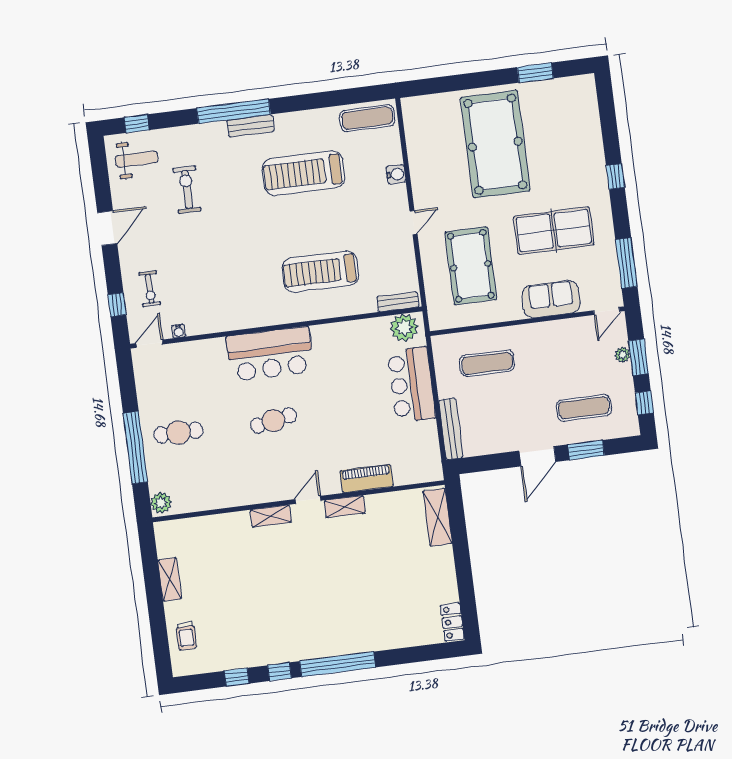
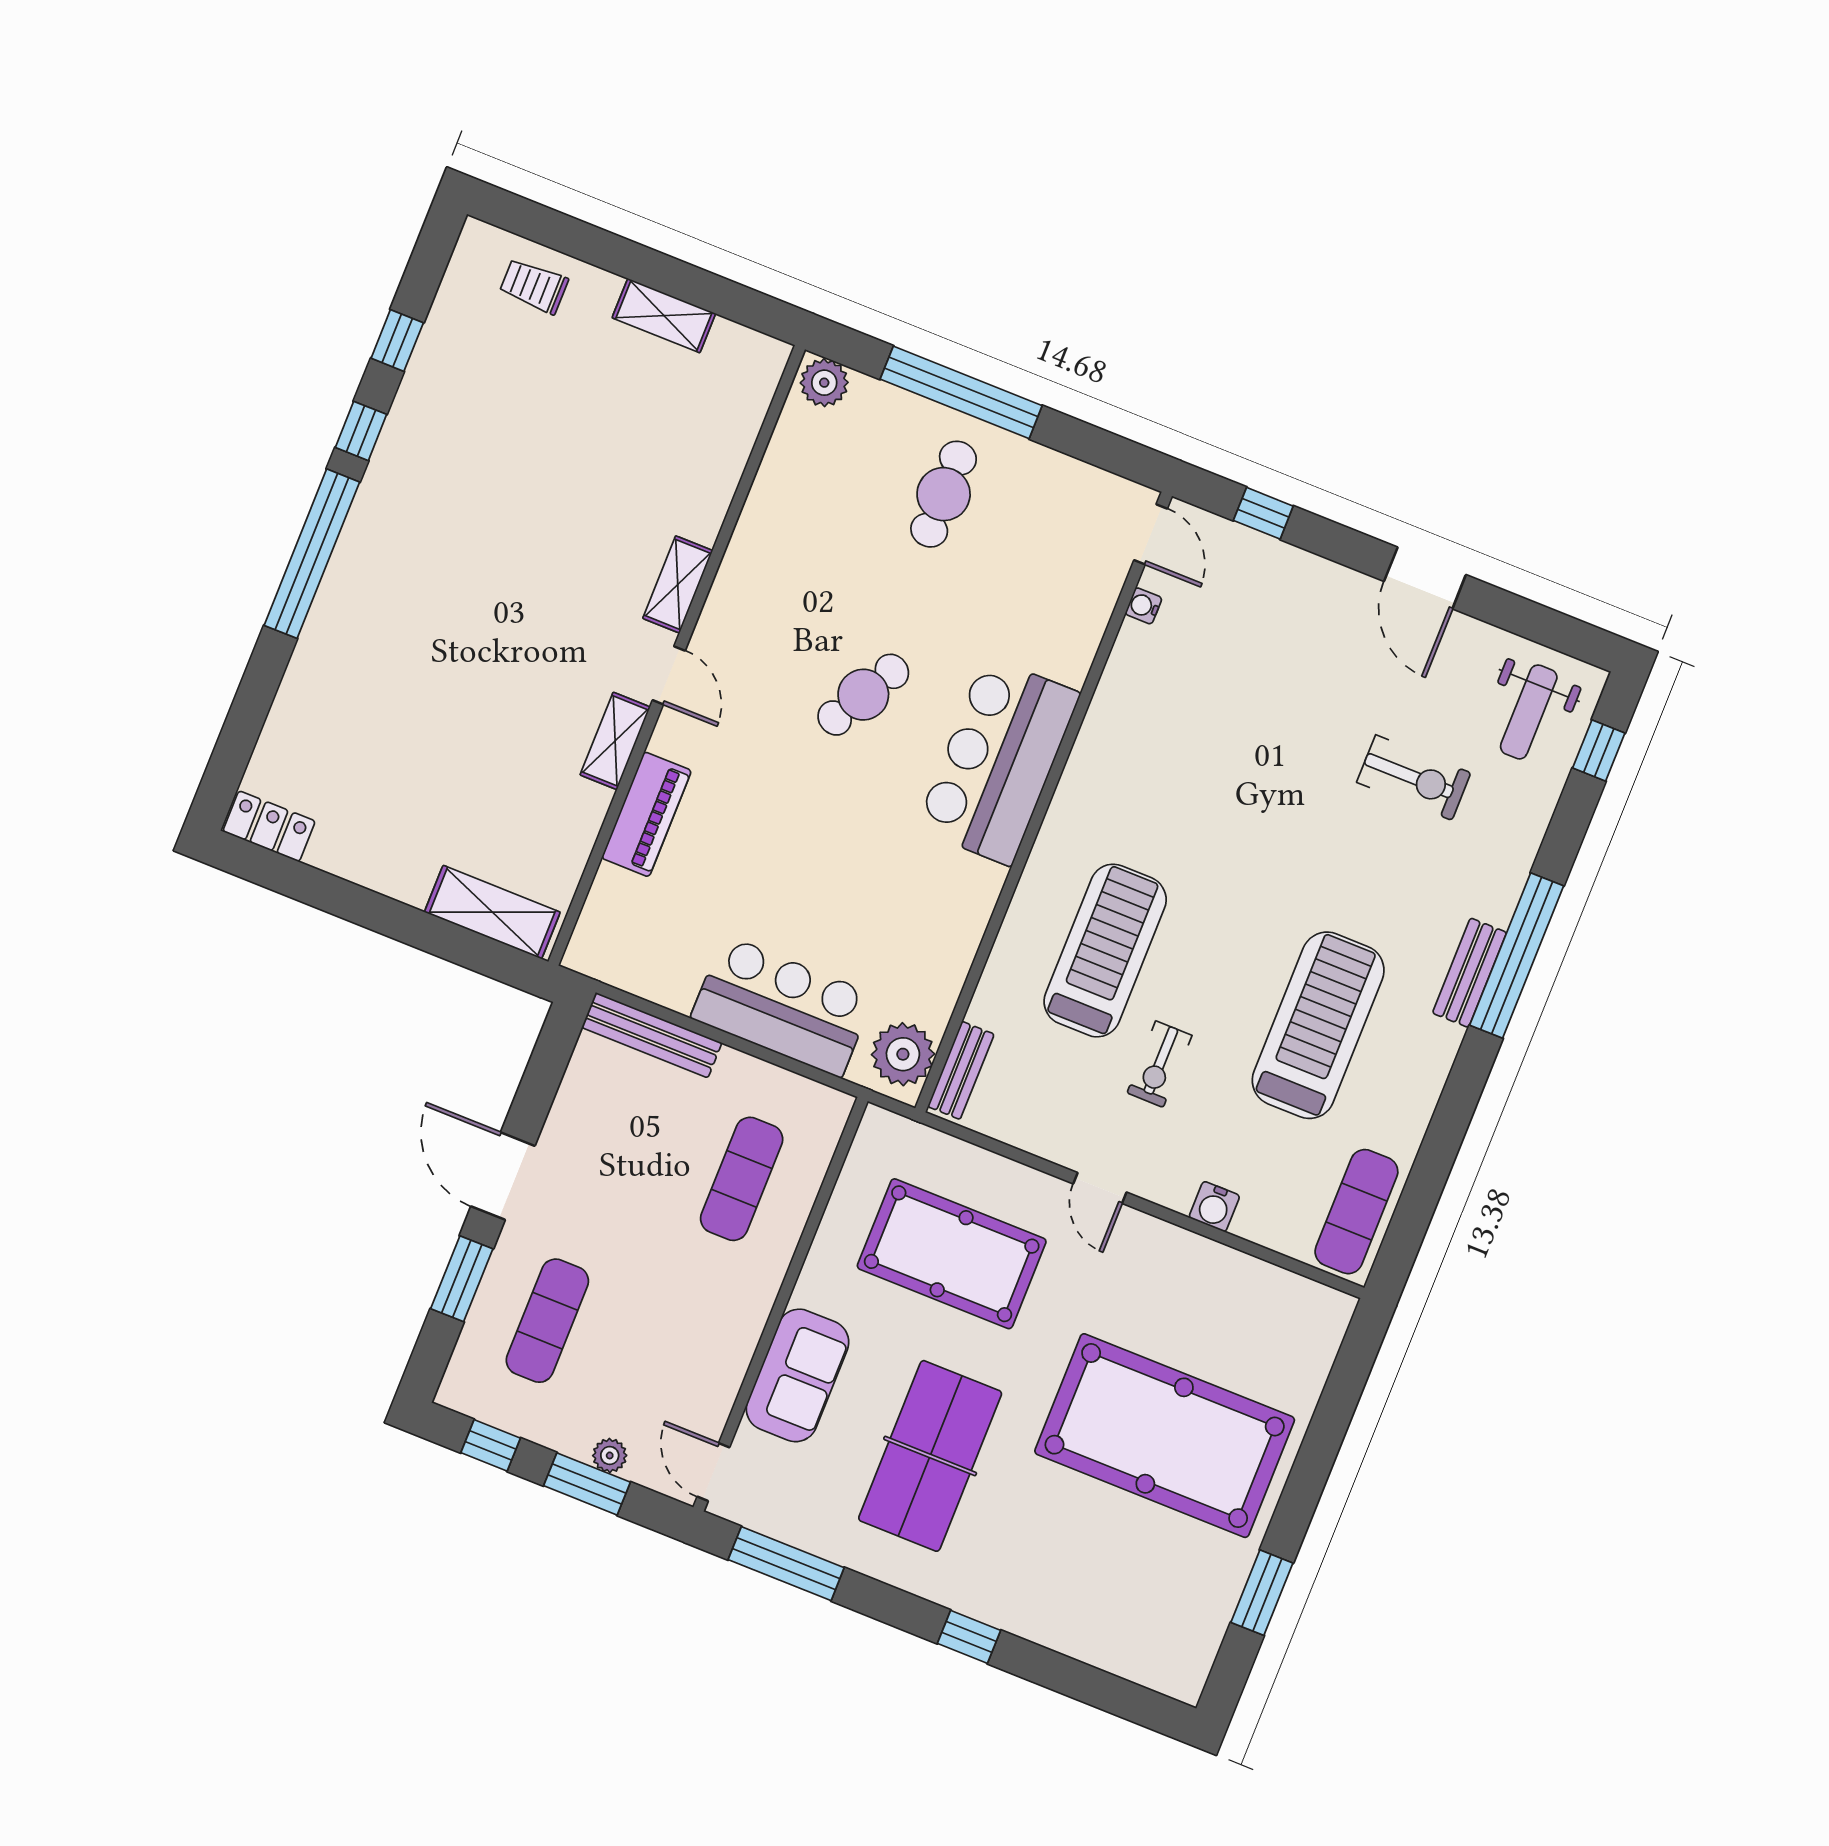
exercise bike: (150, 289) -> (1159, 1064), moved, turned -90
cafe table: (273, 420) -> (863, 695), turned 40

